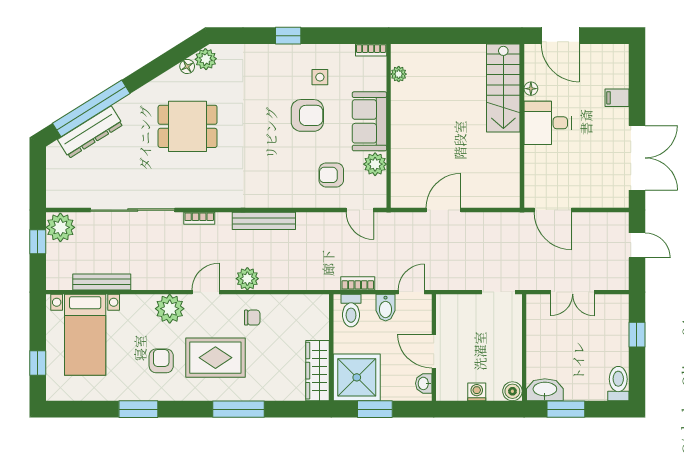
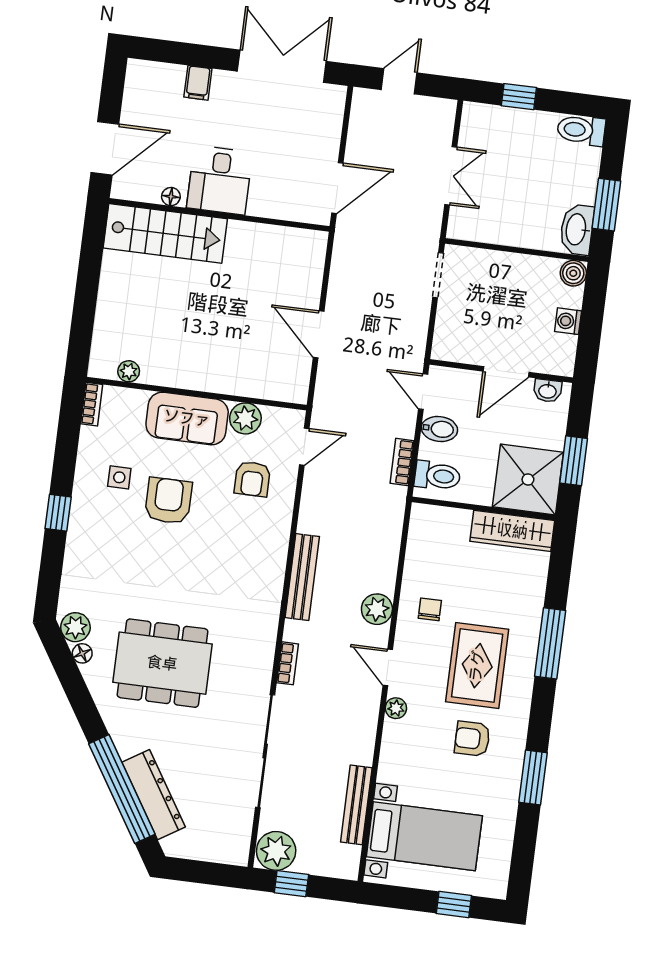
dining table: (188, 126) -> (162, 663), width x1.38
plant: (170, 309) -> (396, 708), width x0.53, depth x0.53

